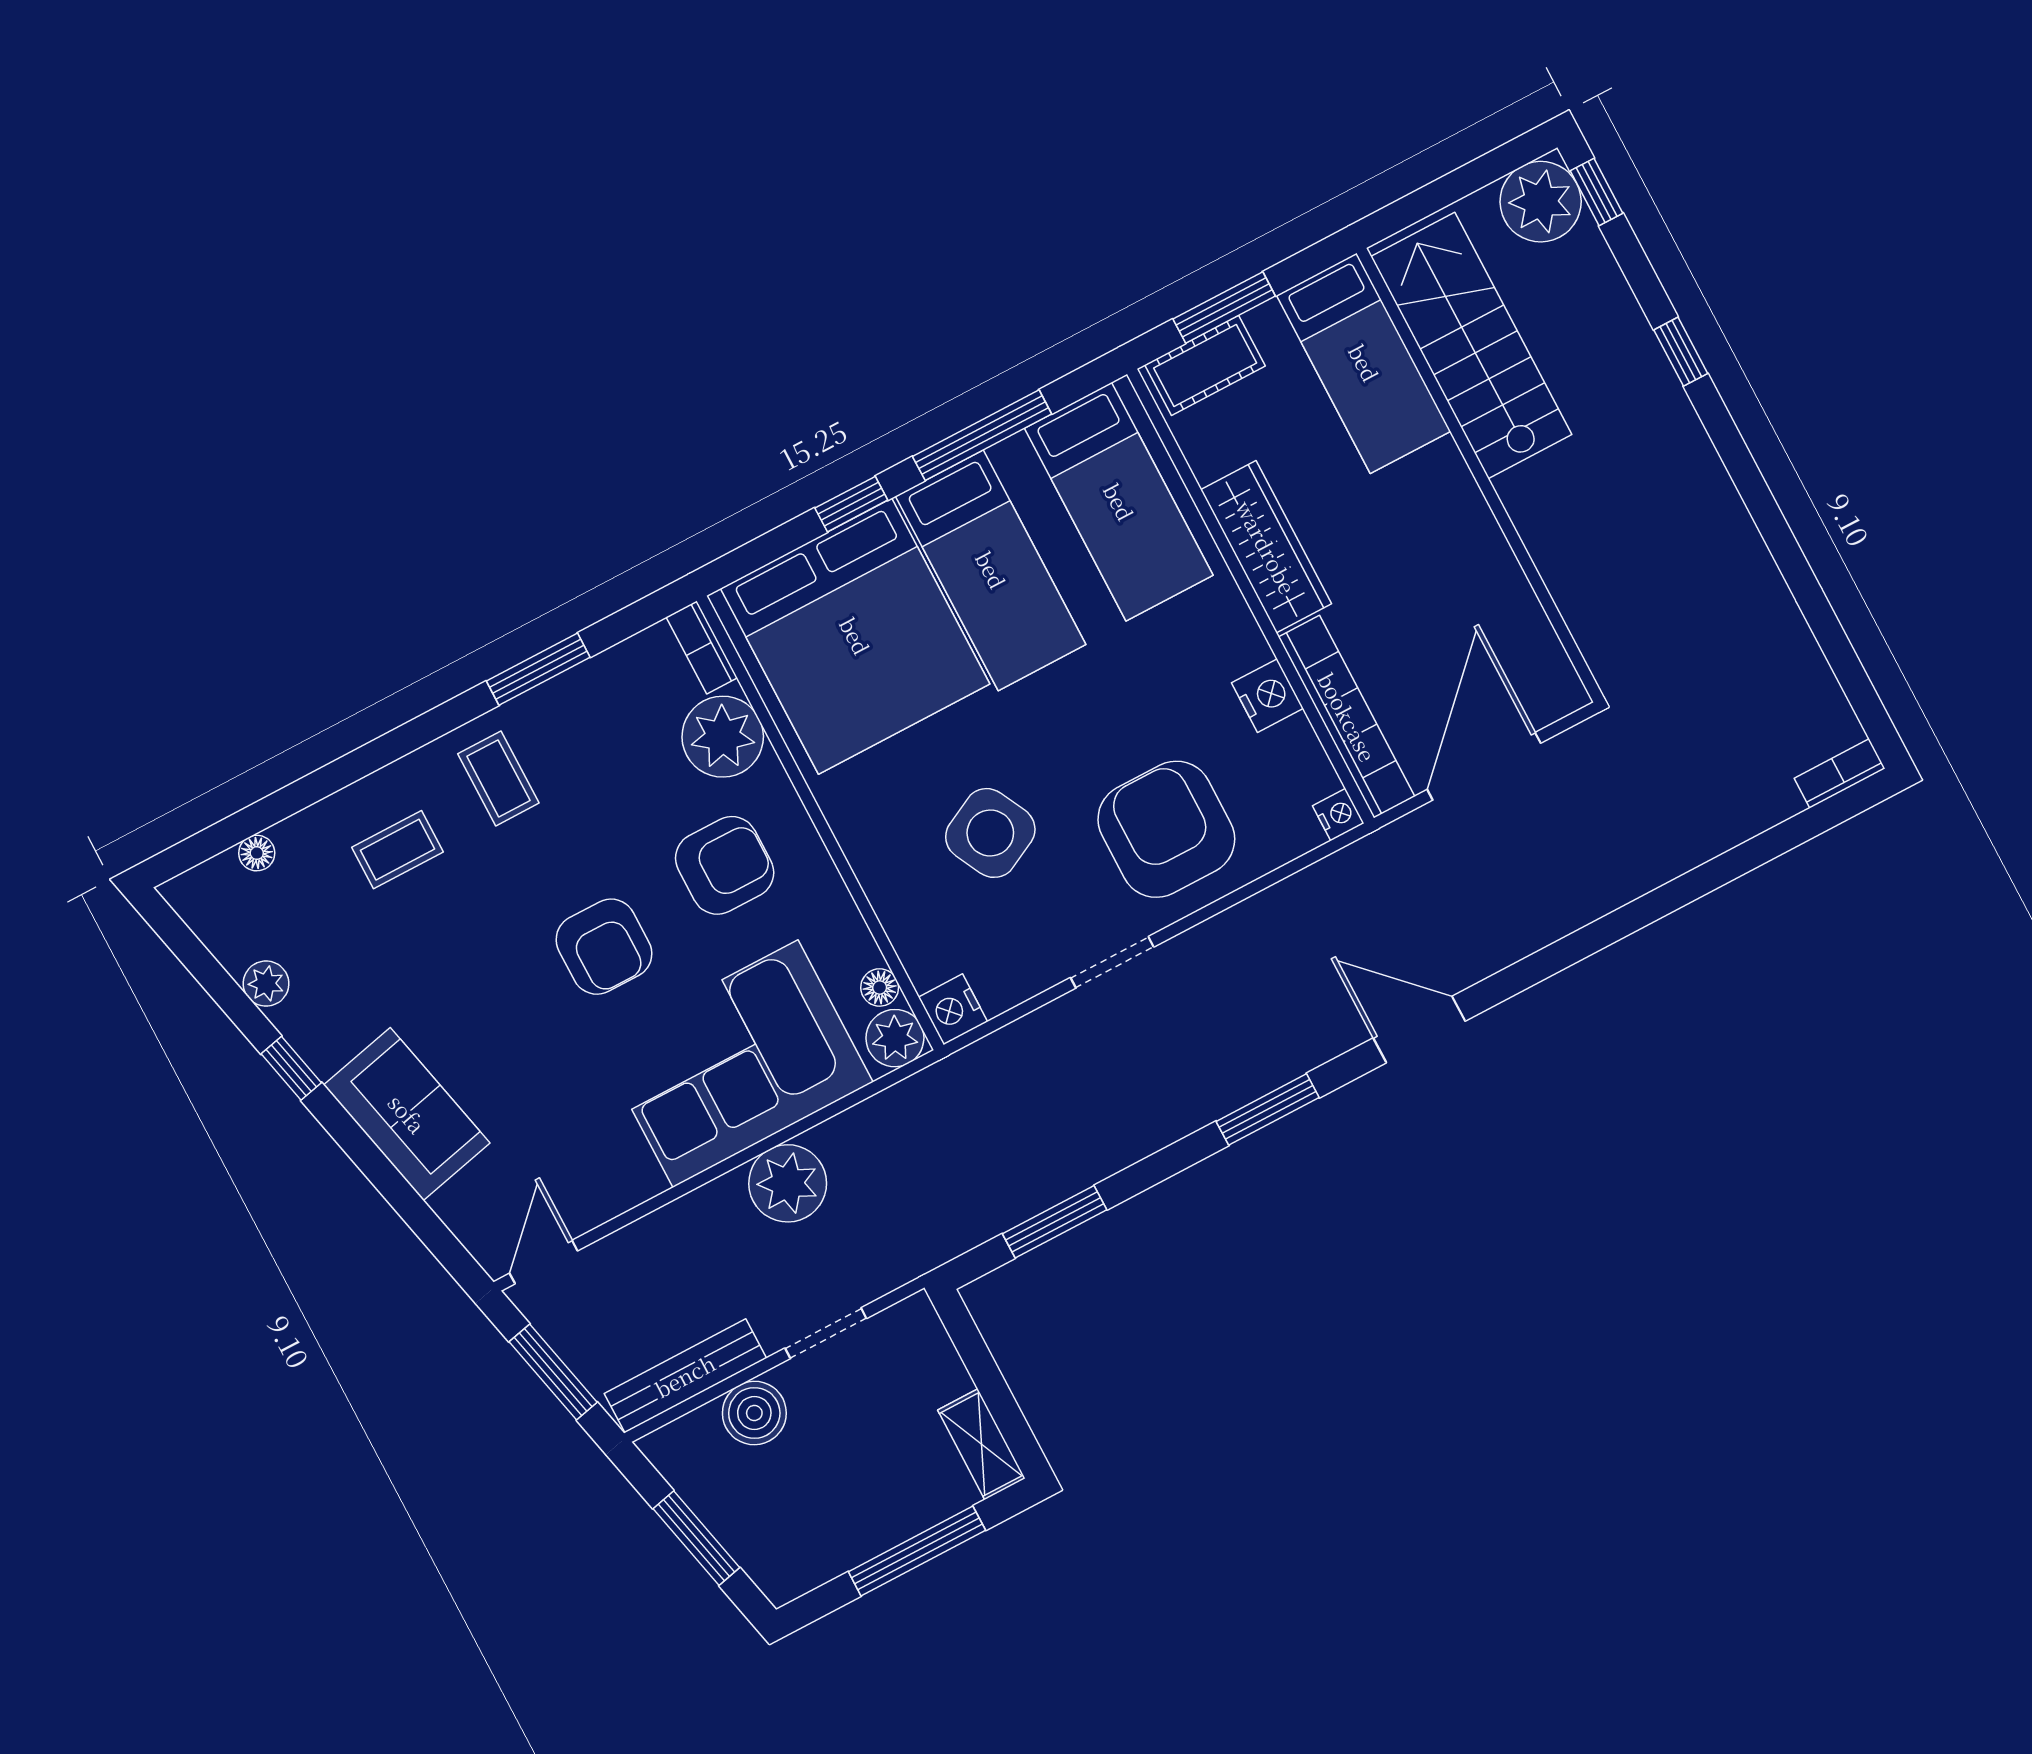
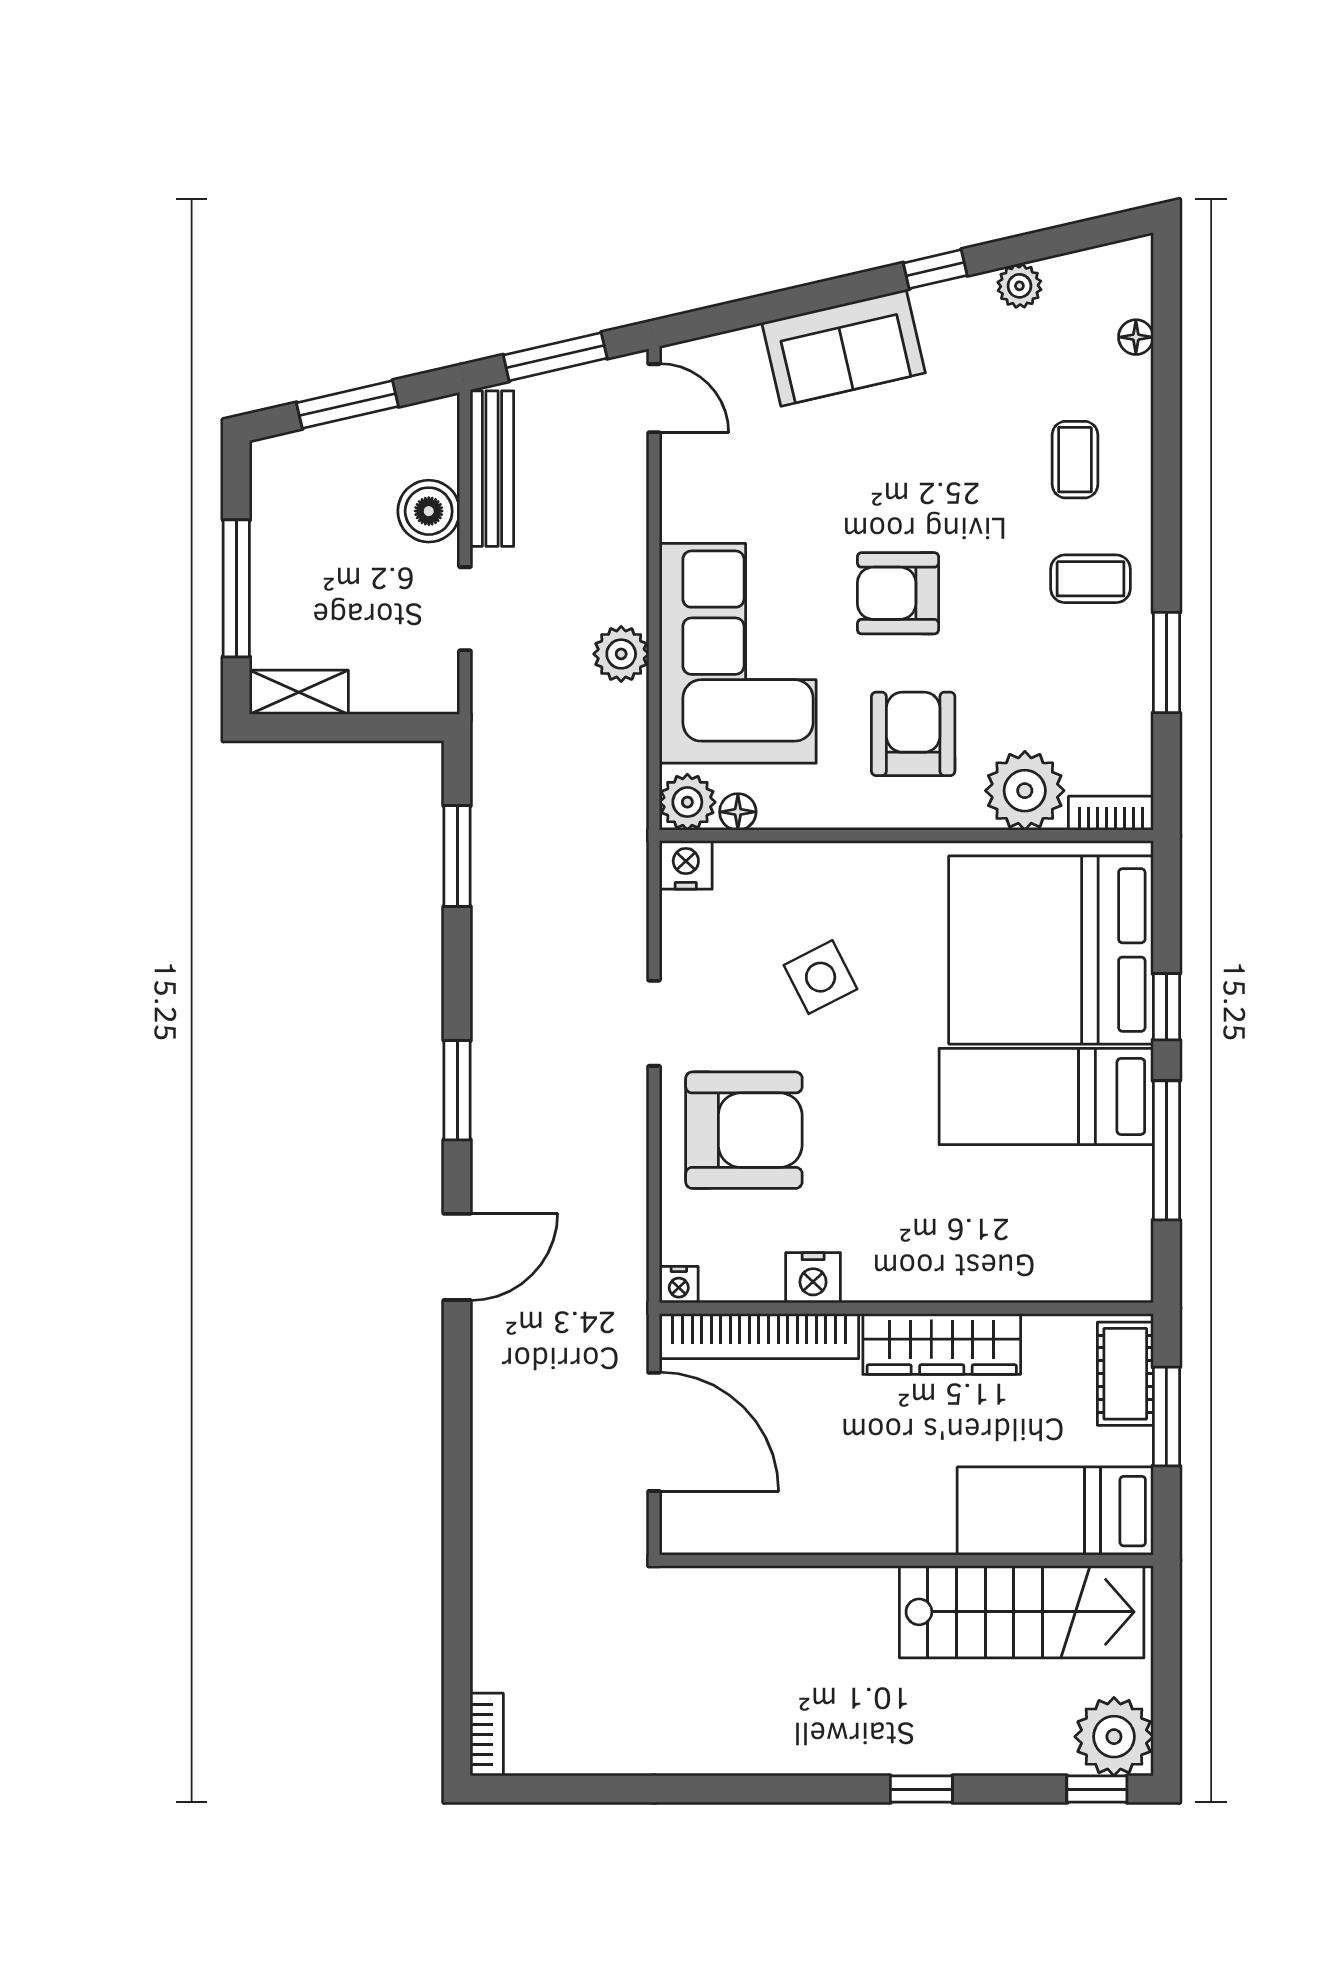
bed: (1119, 502) -> (1047, 1238), removed
side table: (990, 833) -> (821, 977), width x0.73, depth x0.73
armchair: (725, 865) -> (913, 734), turned 180
plant: (788, 1183) -> (621, 654), width x0.73, depth x0.73

